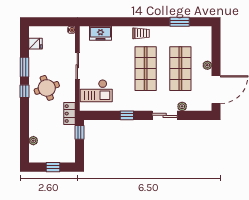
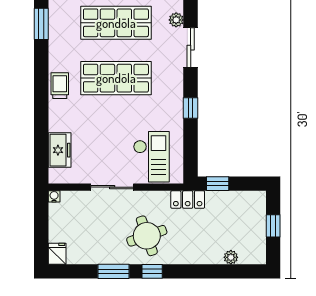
fridge: (35, 44) -> (57, 254), moved

